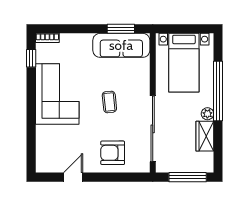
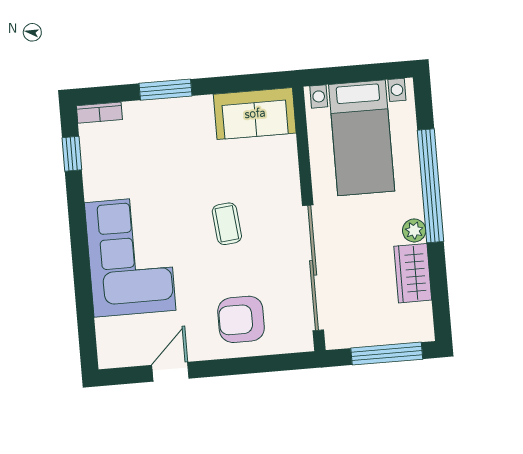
window: (121, 29) -> (166, 90), moved
sofa: (121, 45) -> (255, 114), width x0.73
corner sofa: (57, 94) -> (130, 256), moved

